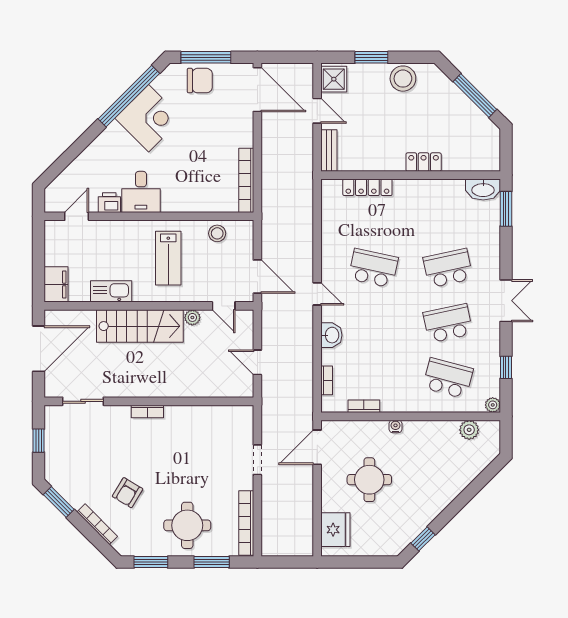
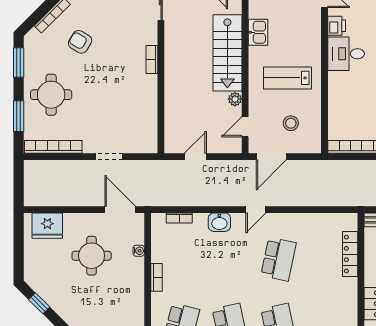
stool: (217, 233) -> (291, 123), moved
kitchen sink: (111, 291) -> (258, 32), width x0.73
bookcase: (364, 406) -> (156, 277), moved
water cooler: (396, 426) -> (139, 251), moved

